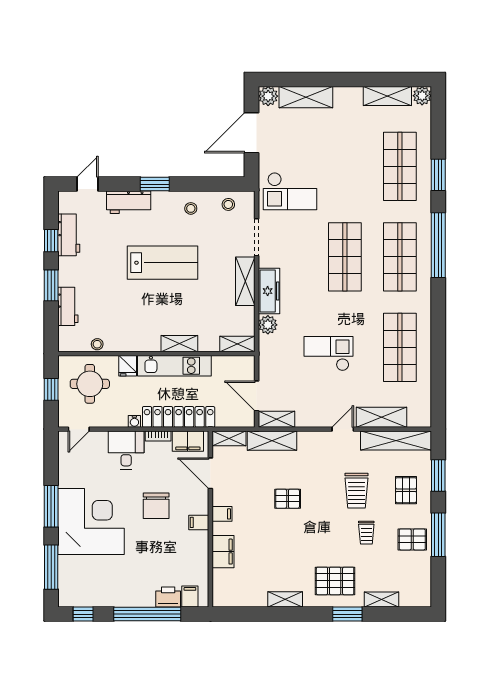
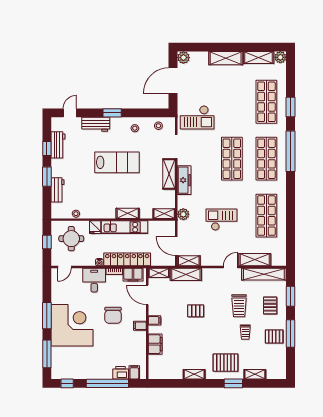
shelving: (306, 97) -> (226, 58), moved
plant: (268, 325) -> (183, 214), moved

